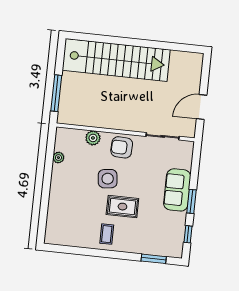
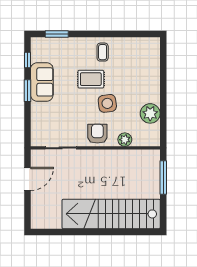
armchair: (122, 147) -> (97, 134), turned -92
plant: (58, 158) -> (150, 113), width x1.88, depth x1.88
sofa: (177, 190) -> (42, 82), moved

